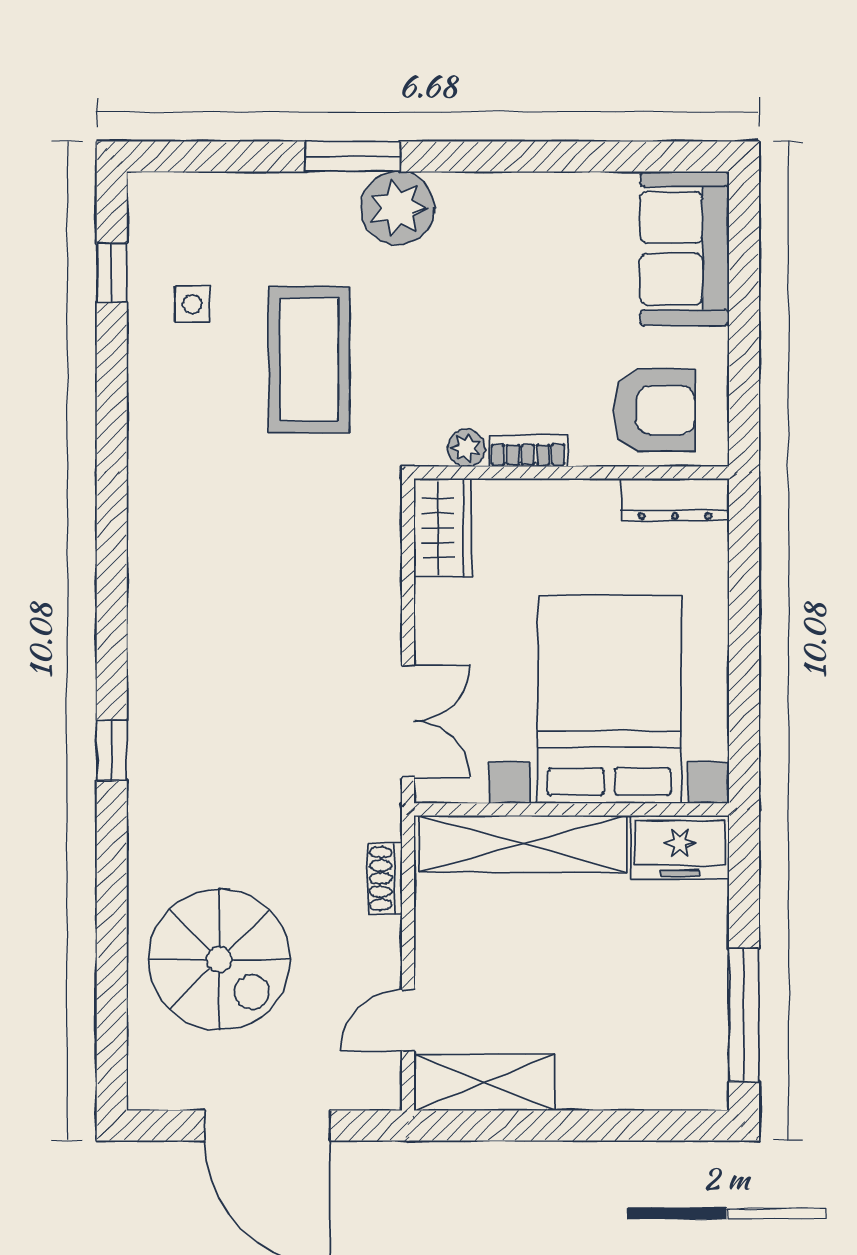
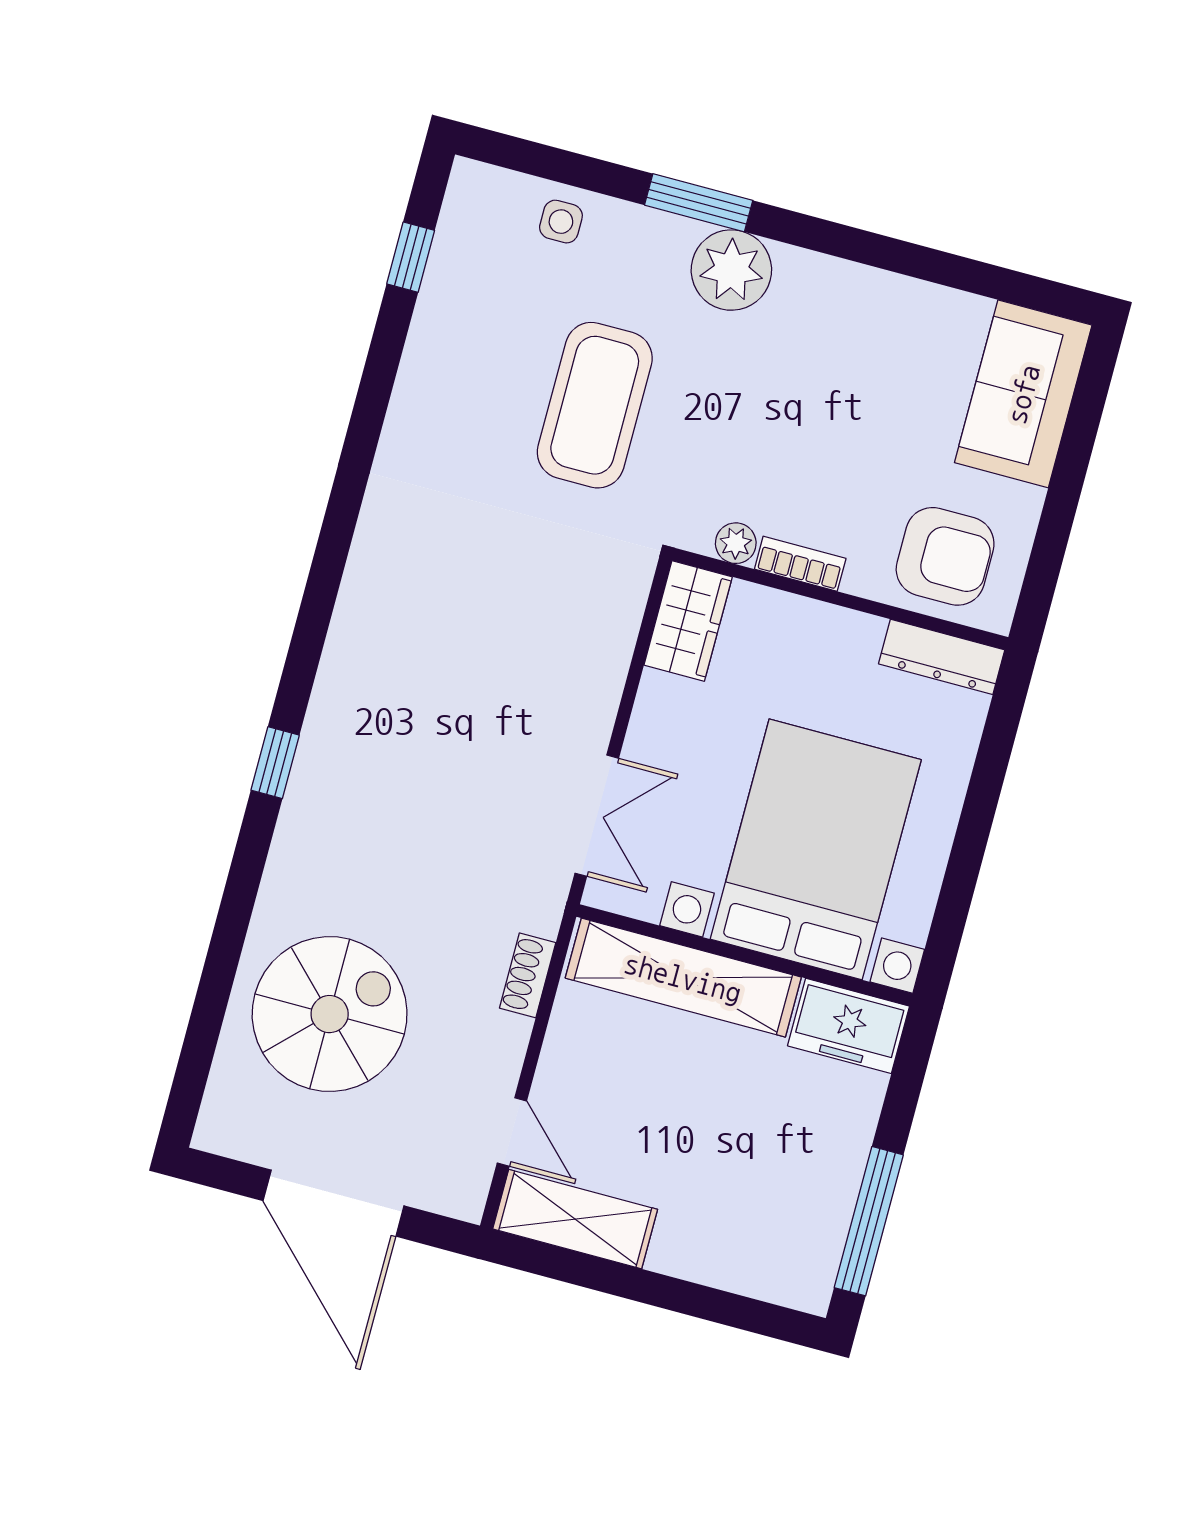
side table: (192, 304) -> (561, 222), moved
spiral stairs: (219, 960) -> (330, 1014), turned -90
door: (408, 1020) -> (512, 1132), swing flipped

